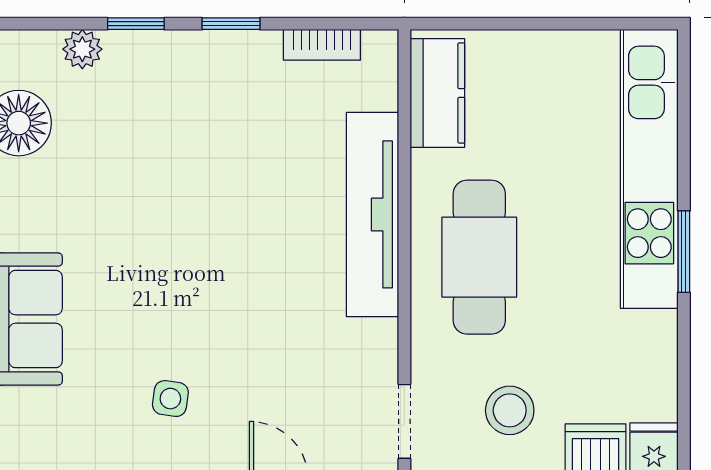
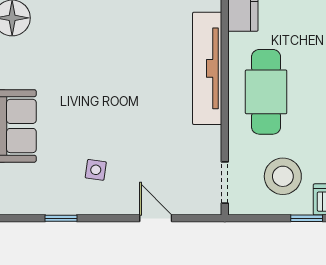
stool: (510, 410) -> (283, 176), width x1.38, depth x1.38

